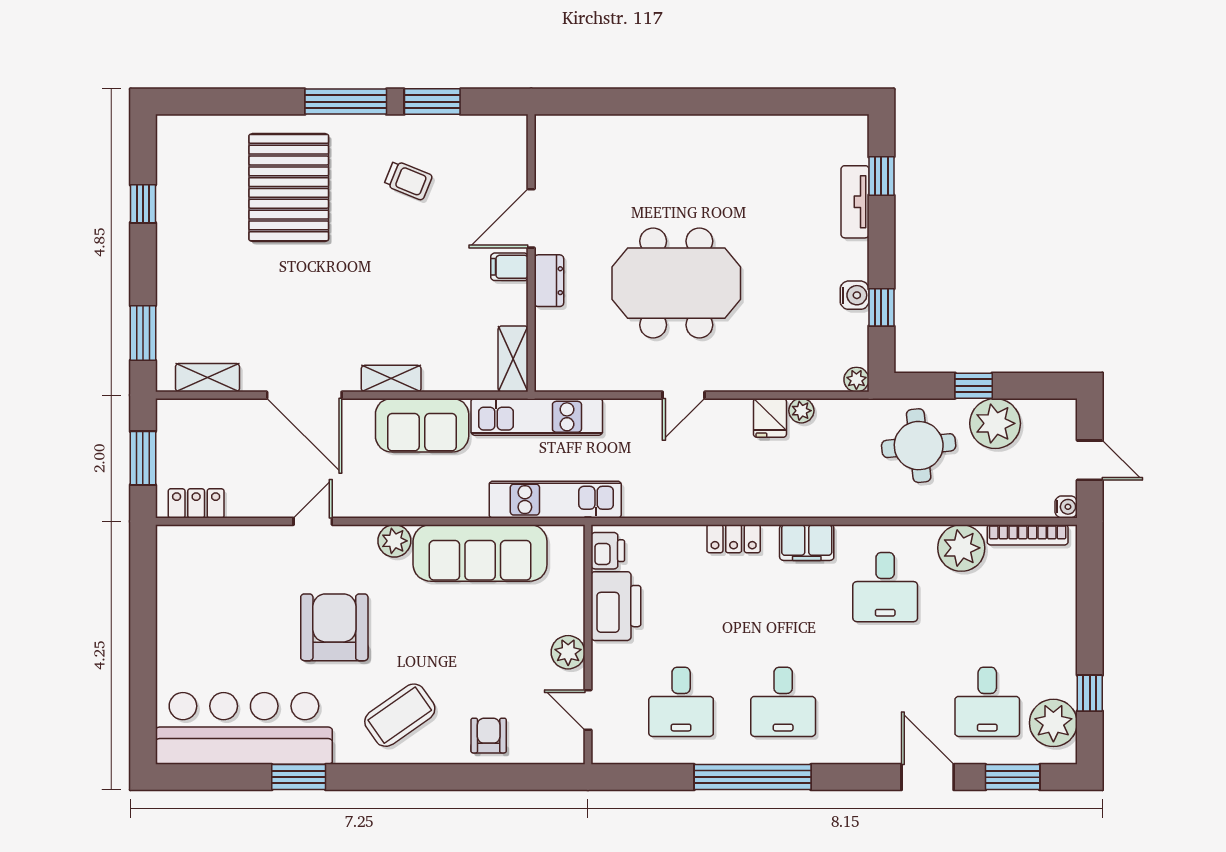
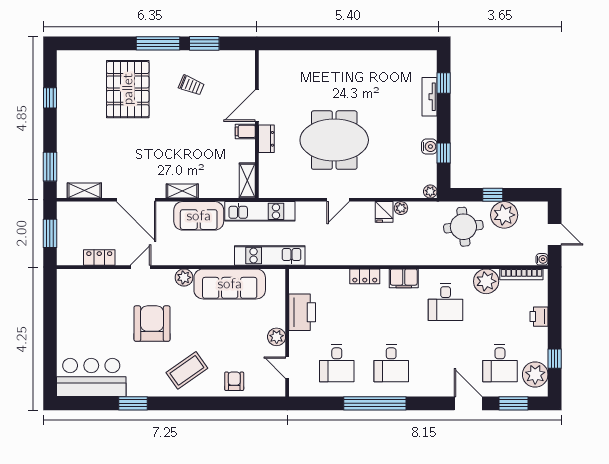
locker: (196, 503) -> (99, 258), moved
printer: (608, 551) -> (539, 317), moved, turned 180
bar counter: (244, 728) -> (91, 377), width x0.73

